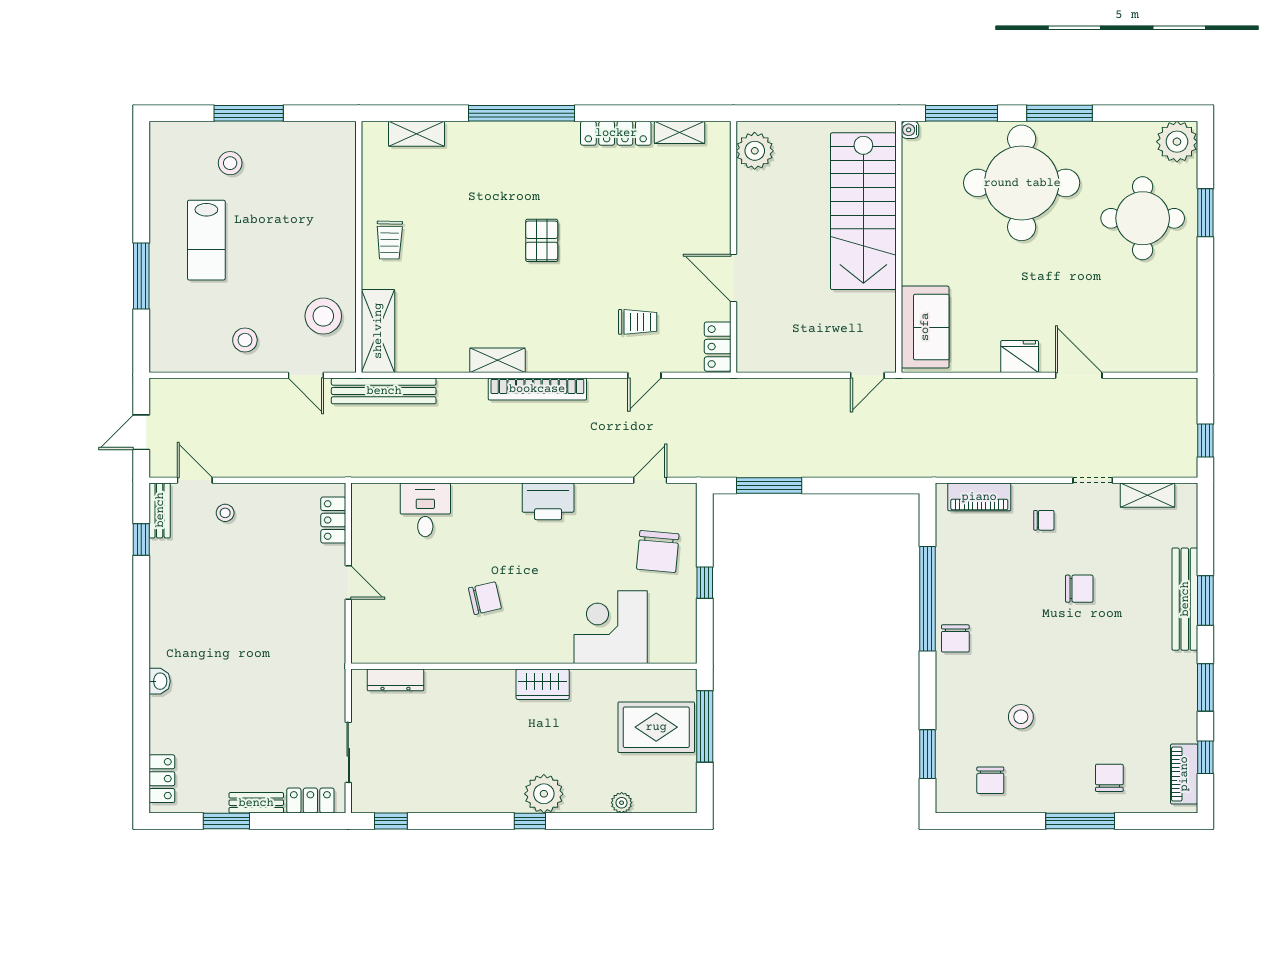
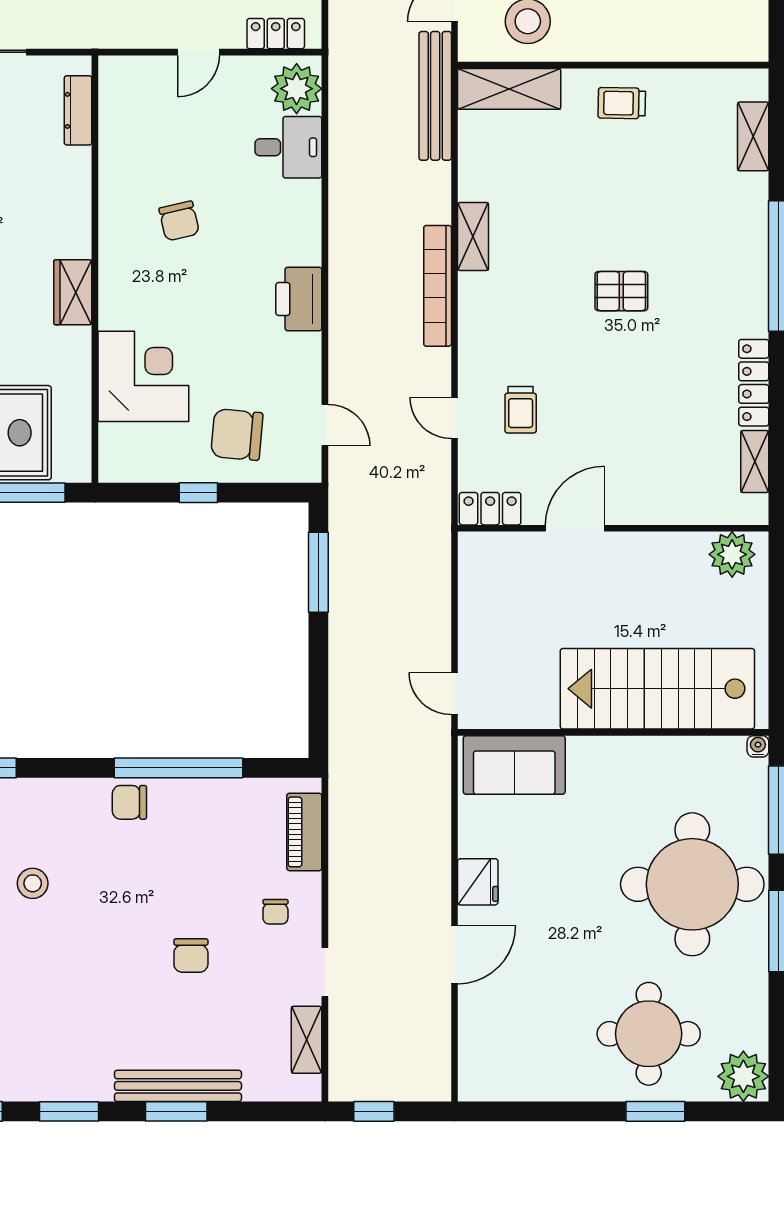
plant: (378, 503) -> (297, 89), added

